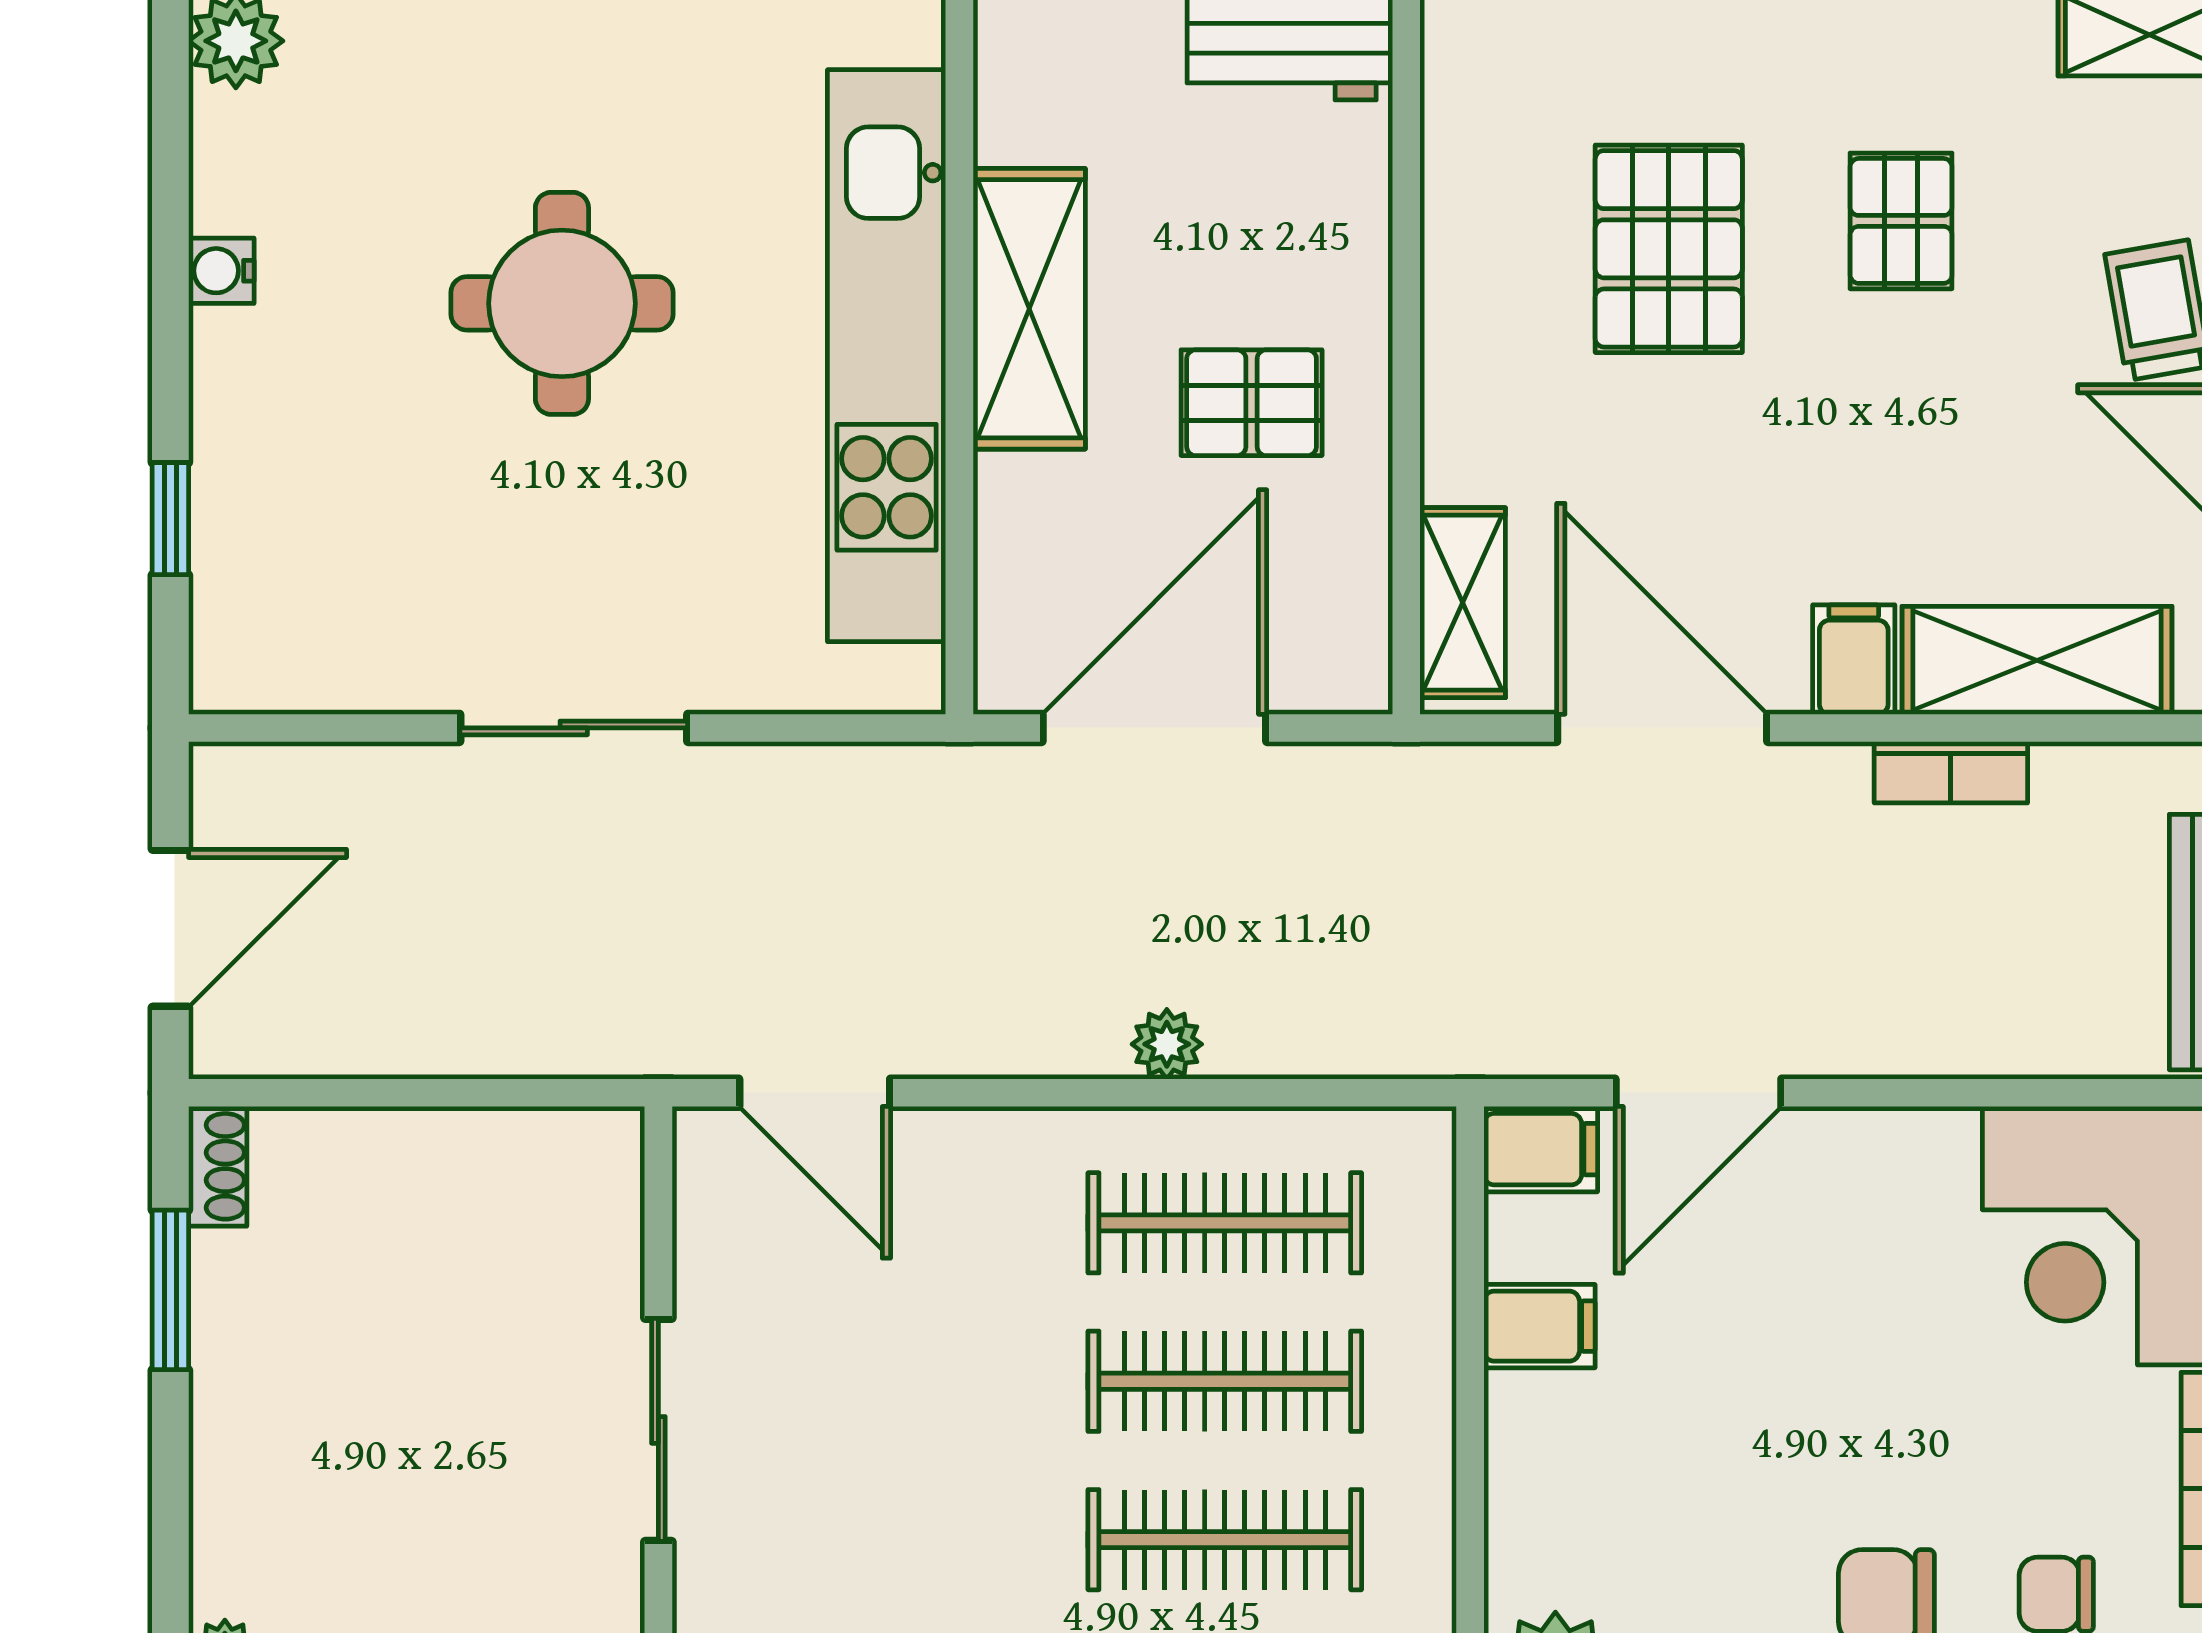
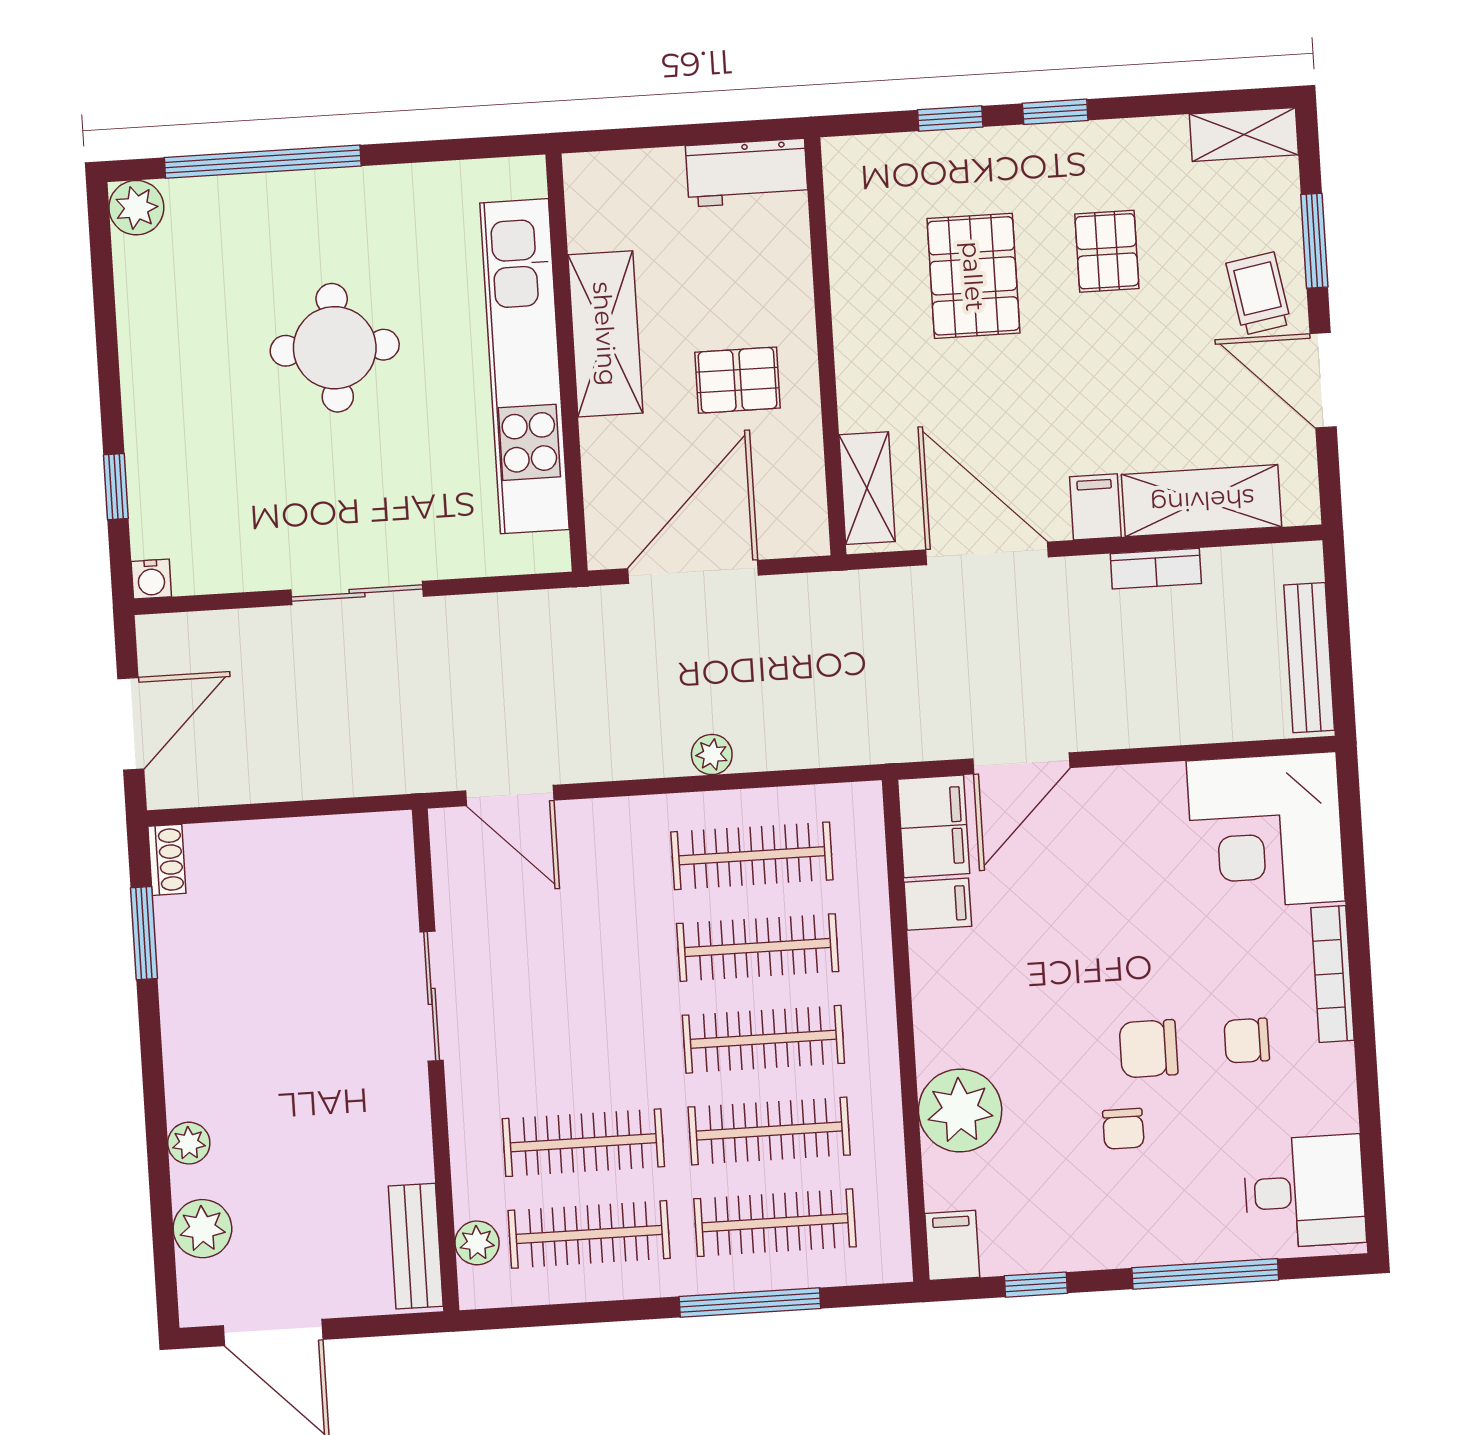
water cooler: (221, 271) -> (151, 579), moved, turned -90
filing cabinet: (1541, 1149) -> (934, 826), width x2.00

